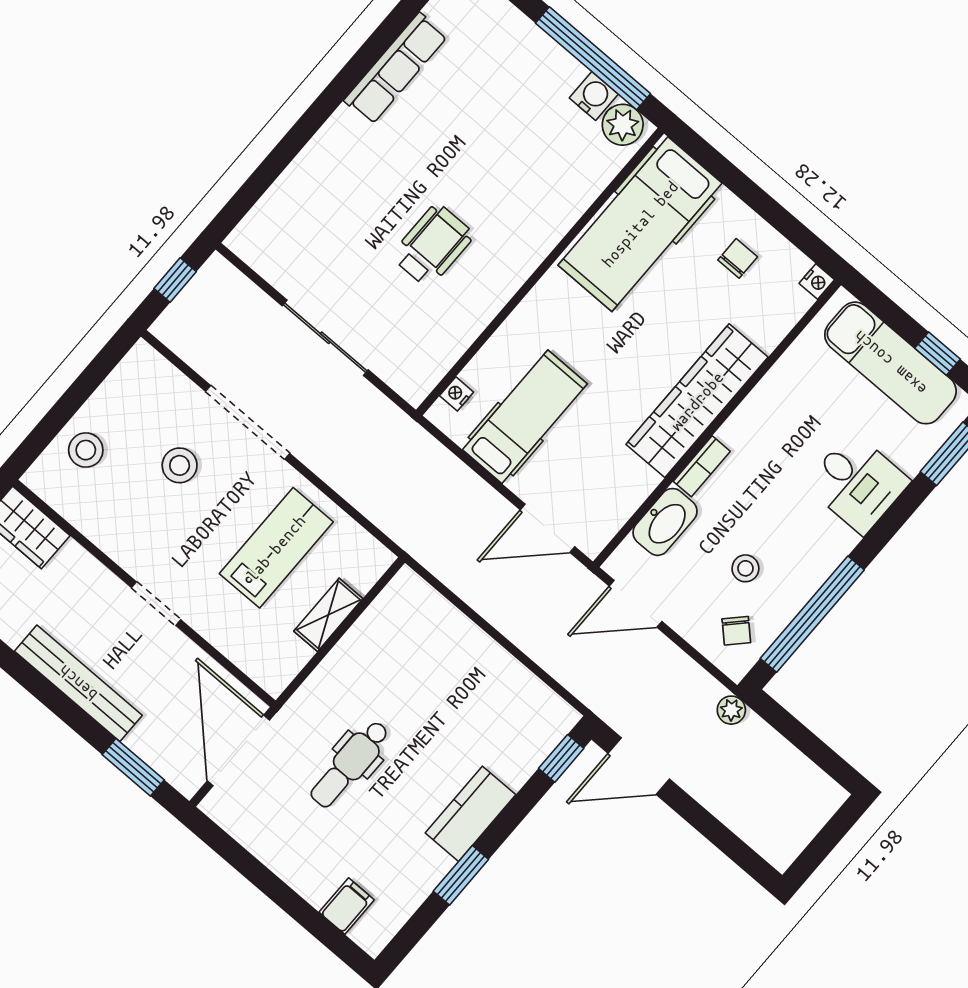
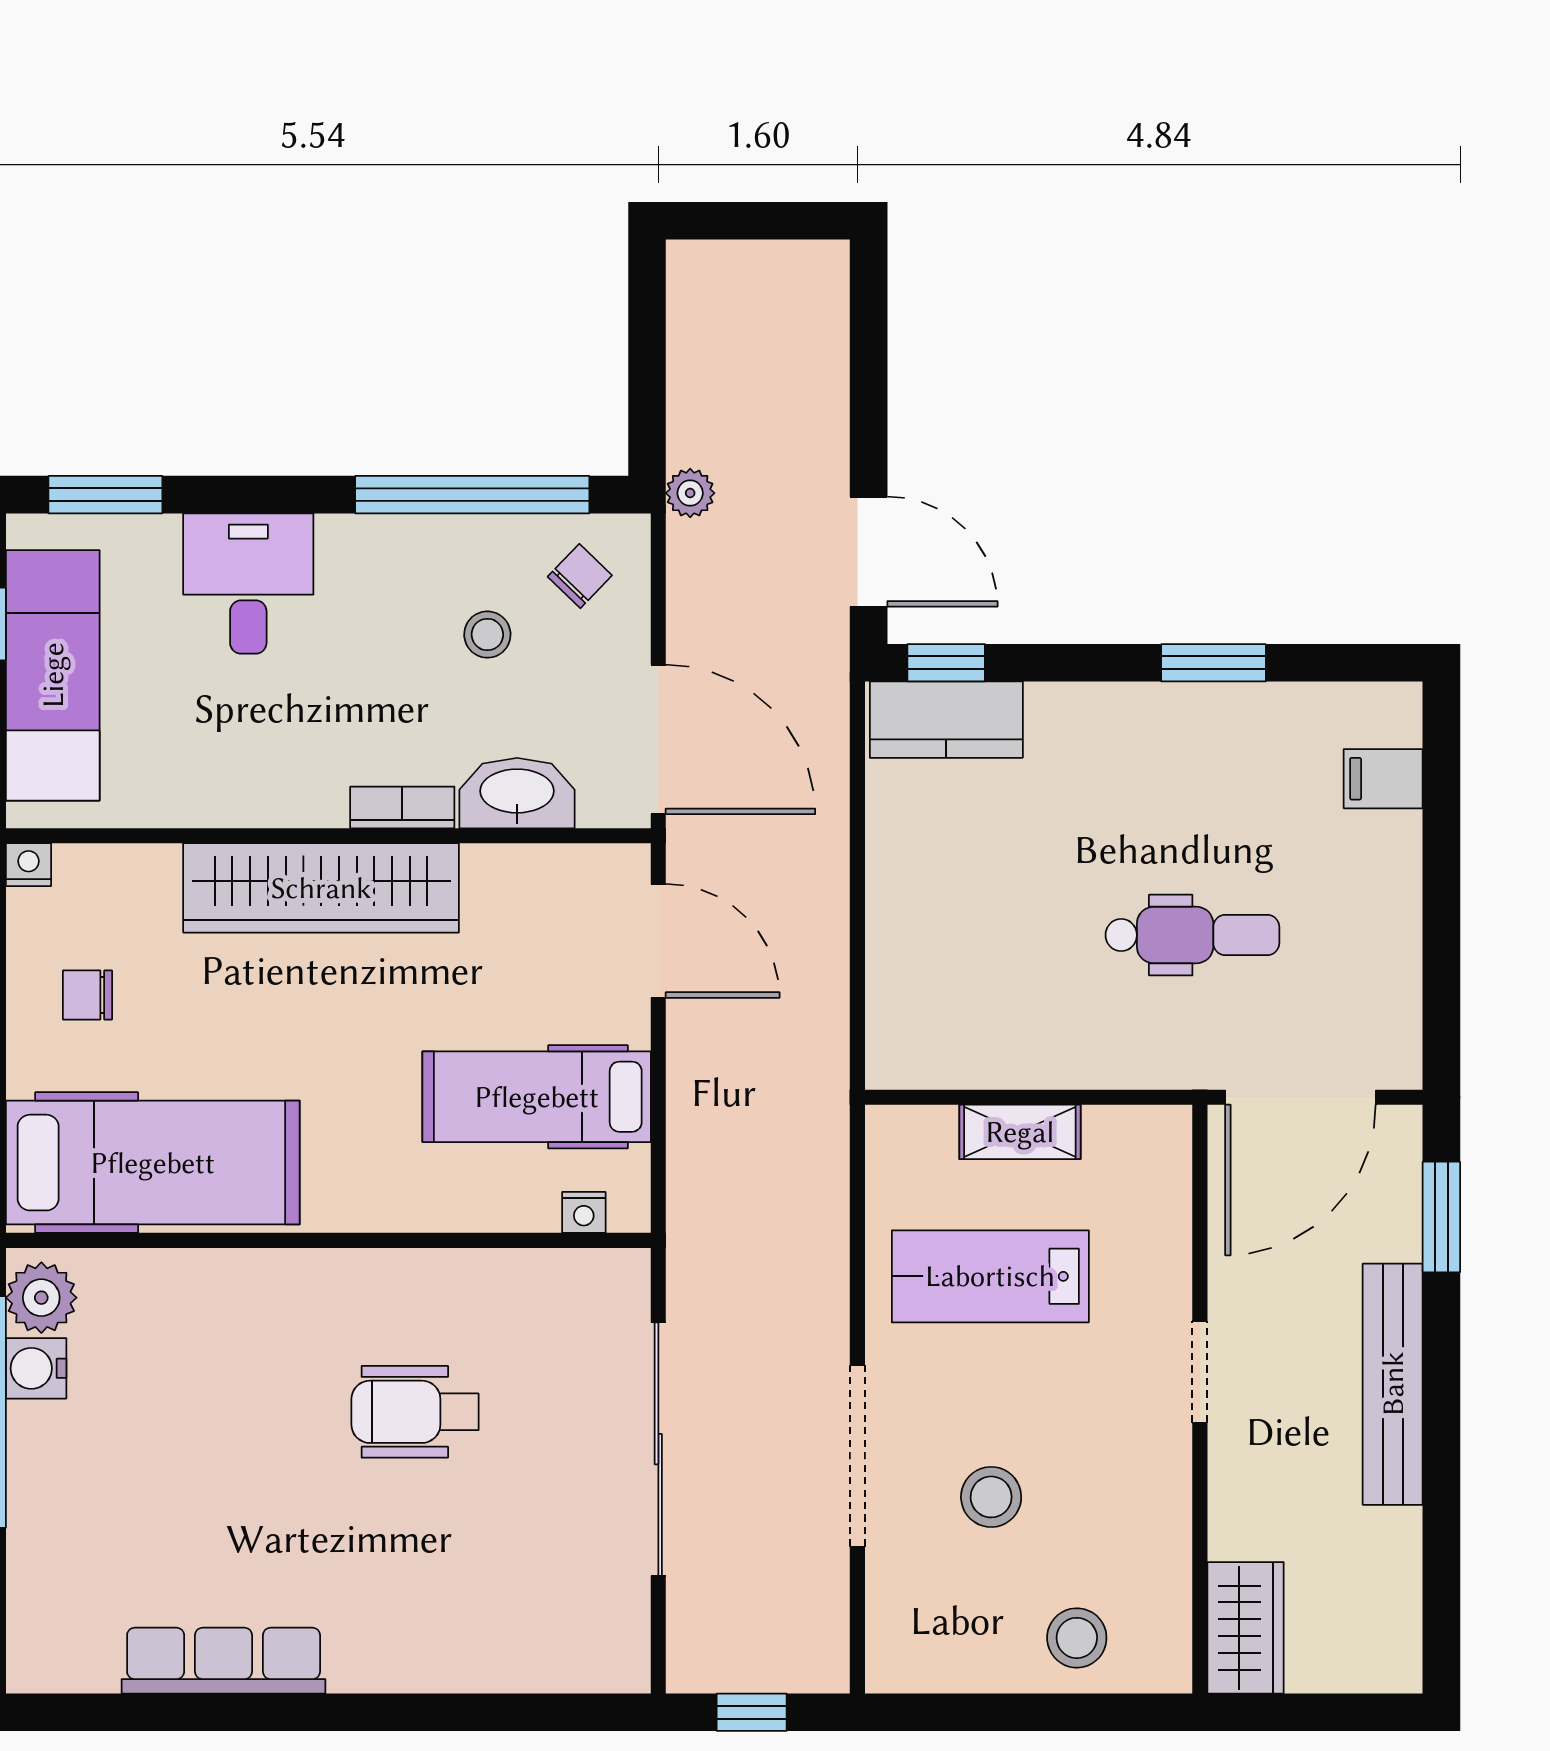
sliding door: (325, 338) -> (658, 1449), width x1.36
door: (636, 604) -> (658, 739), width x1.36
kitchen counter: (470, 814) -> (946, 720), moved

